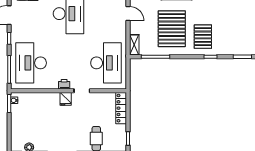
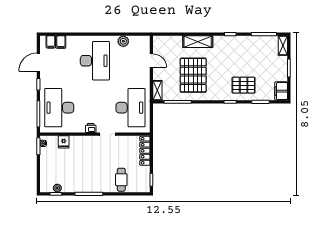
pallet: (203, 37) -> (244, 85), moved, turned 90
fridge: (66, 99) -> (64, 142), moved

